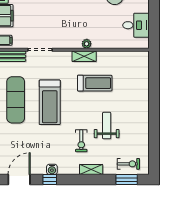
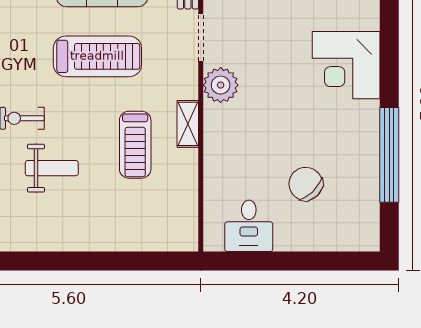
plant: (87, 44) -> (221, 85), moved, width x1.87, depth x1.87
treadmill: (50, 102) -> (97, 56), turned 180

